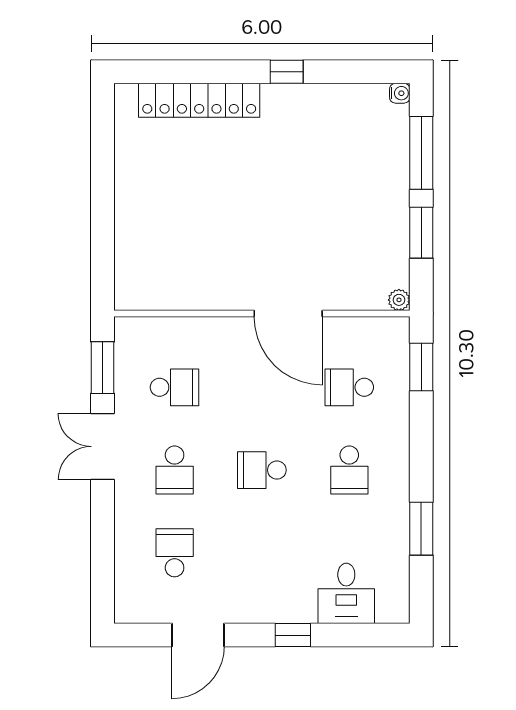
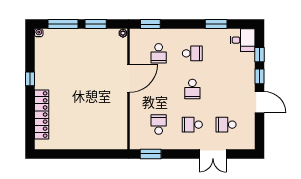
double door: (103, 447) -> (213, 154), moved
school desk: (175, 470) -> (192, 125), turned 180
desk: (346, 593) -> (243, 40), moved
door: (198, 635) -> (260, 102), moved
window: (346, 635) -> (260, 55), added

